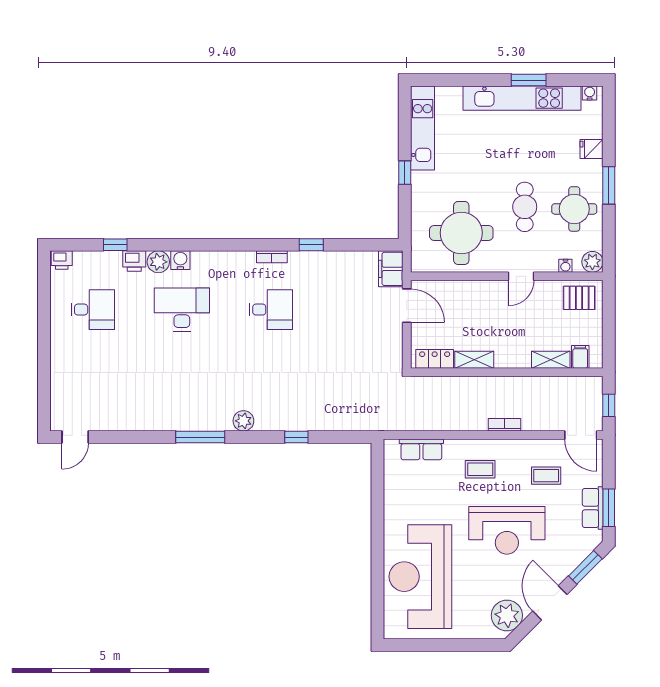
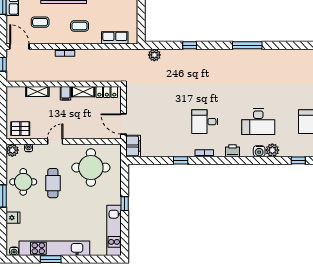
printer: (134, 261) -> (232, 151), moved
filing cabinet: (580, 357) -> (65, 93), moved
plant: (243, 421) -> (154, 55), moved

